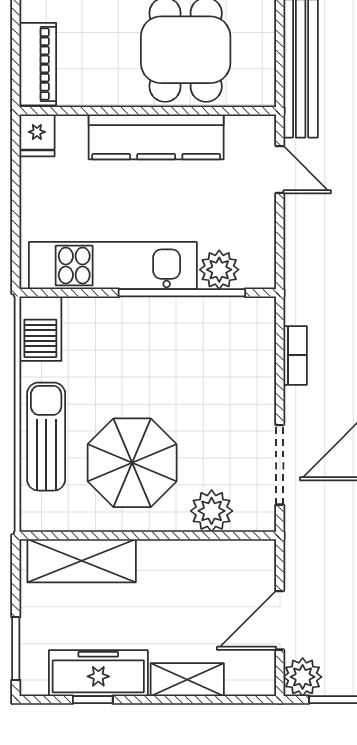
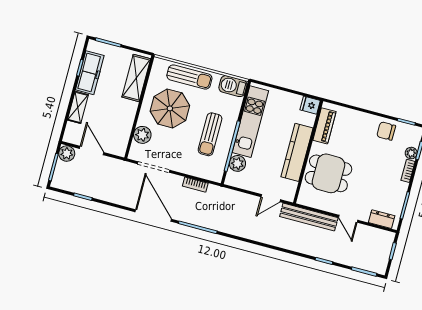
piano: (38, 64) -> (324, 126), moved, turned -90
sun lounger: (168, 352) -> (210, 134), added

